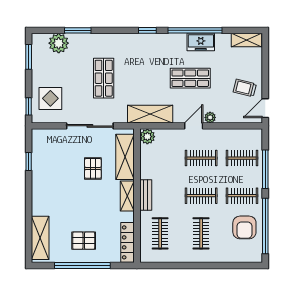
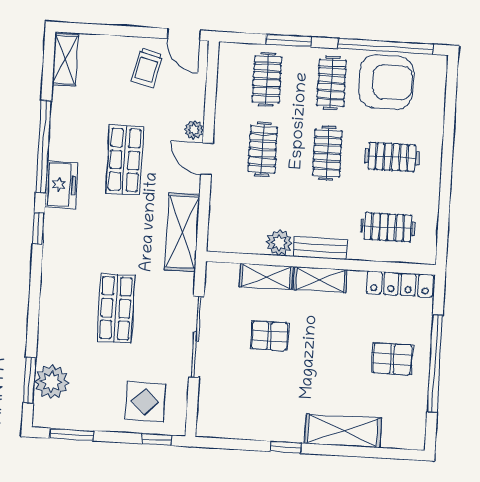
window: (78, 30) -> (30, 380), moved
freezer: (201, 42) -> (61, 185), moved
shop shelf: (104, 78) -> (116, 308), turned 90
plant: (147, 137) -> (279, 243), moved
shelving: (125, 157) -> (266, 277), width x0.67, depth x0.75
window: (29, 162) -> (286, 447), moved
window: (265, 169) -> (289, 41), width x0.69
armchair: (244, 227) -> (386, 82), width x1.36, depth x1.36
shelving: (40, 238) -> (343, 431), moved
pallet: (84, 241) -> (392, 359), turned 90

